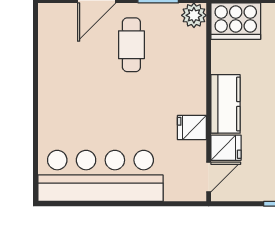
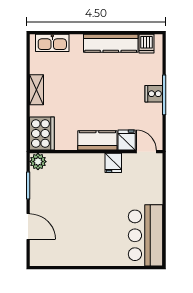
cafe table: (131, 45) -> (58, 203), removed
bar counter: (100, 176) -> (146, 235), width x0.73

